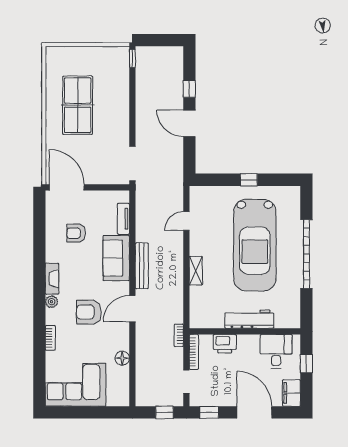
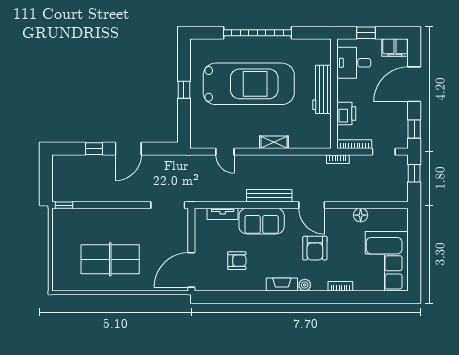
armchair: (76, 233) -> (237, 261), turned -90

